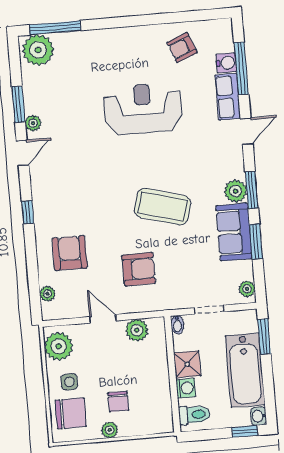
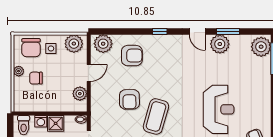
plant: (33, 123) -> (220, 44), width x1.87, depth x1.87
armchair: (139, 269) -> (129, 99), moved
plant: (47, 294) -> (103, 44), width x1.88, depth x1.88

